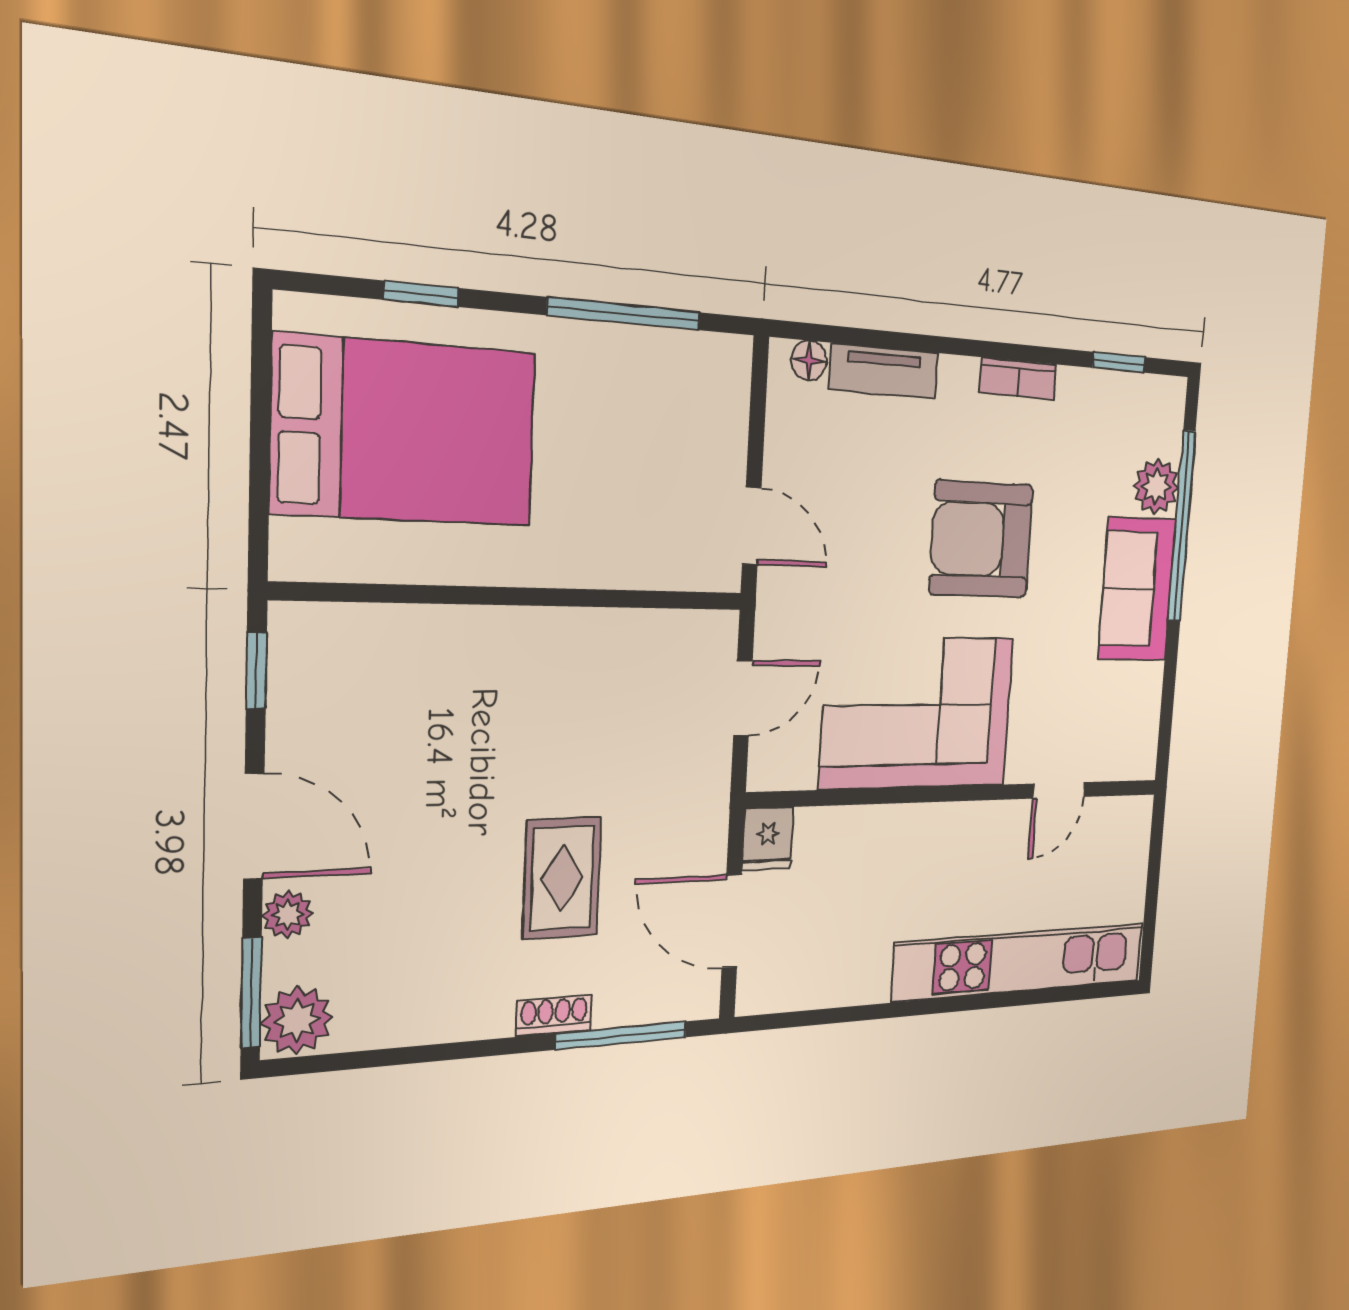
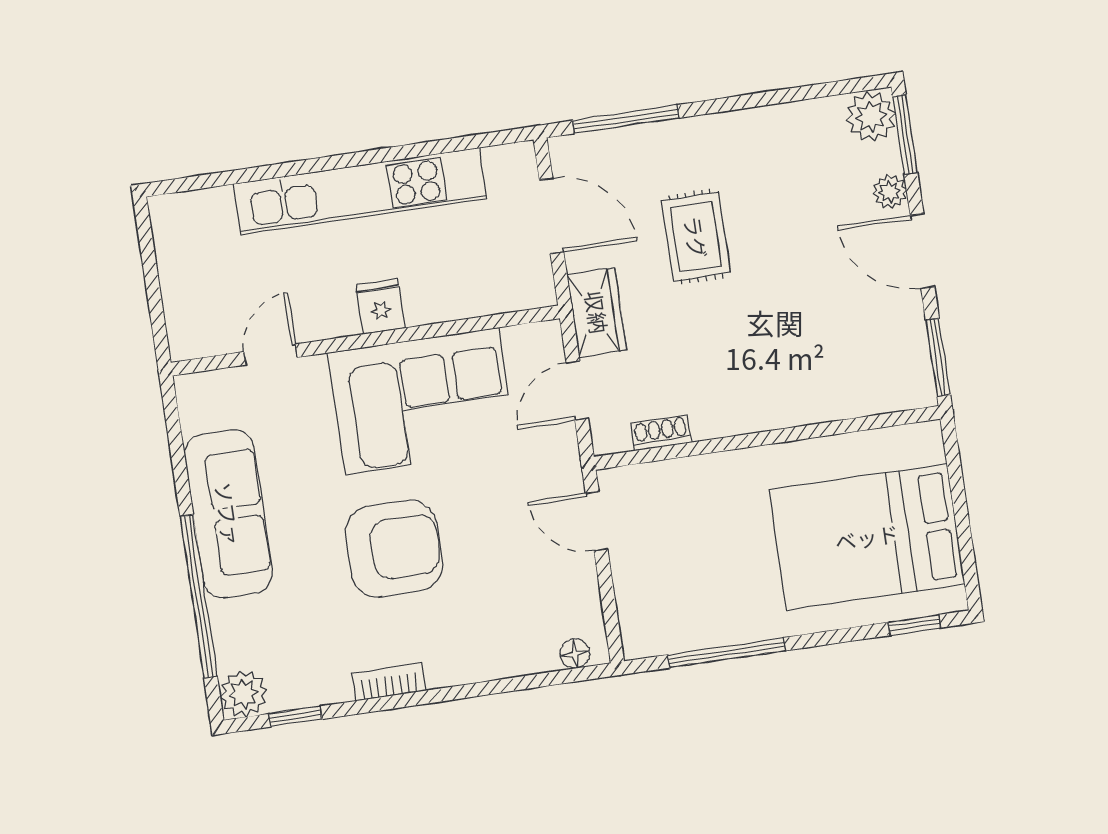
window: (421, 294) -> (914, 625), moved
tv unit: (884, 371) -> (510, 660), removed
plant: (1156, 487) -> (243, 694), moved
sofa: (1137, 589) -> (228, 514), width x1.36
window: (256, 671) -> (938, 357), width x1.50
wardrobe: (702, 794) -> (597, 312), added
fridge: (768, 839) -> (380, 307), moved
kitchen unit: (1020, 962) -> (360, 191), moved
shoe rack: (554, 1016) -> (661, 433), moved, turned 180

